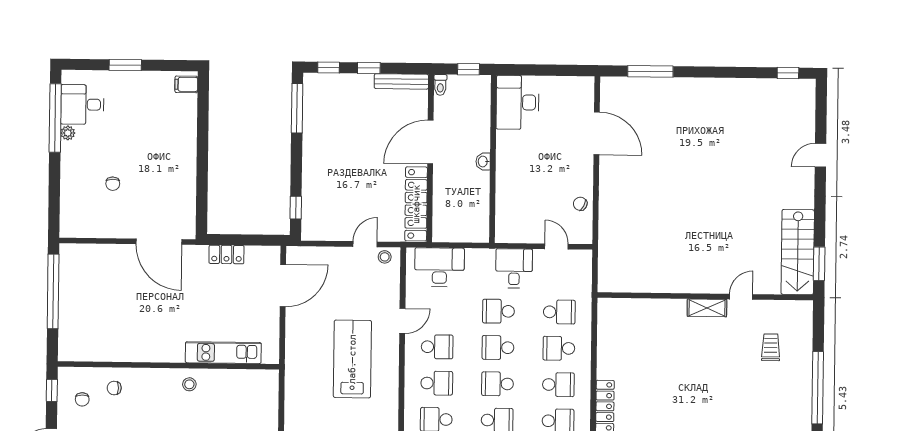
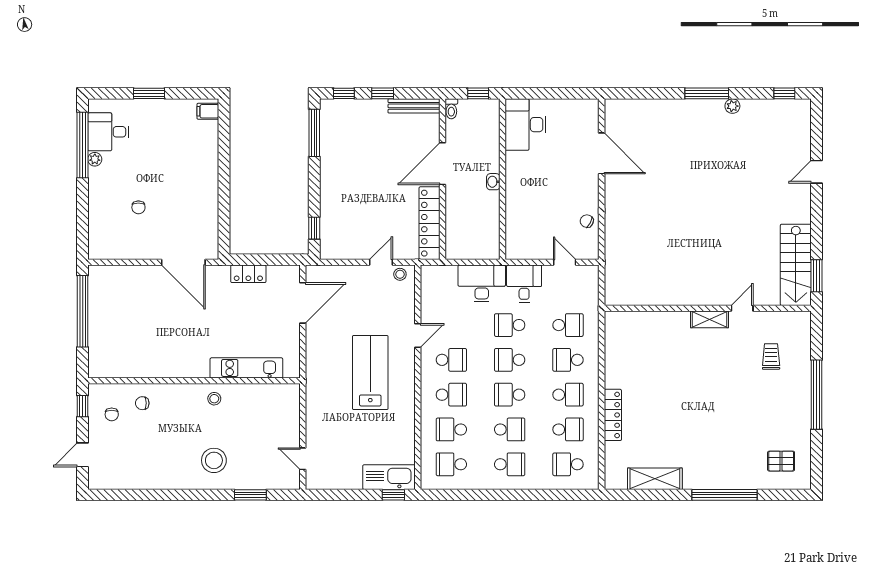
window: (650, 71) -> (707, 93), moved
plant: (734, 86) -> (732, 106), added
desk: (439, 267) -> (482, 283), moved

